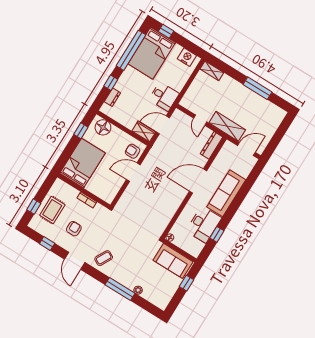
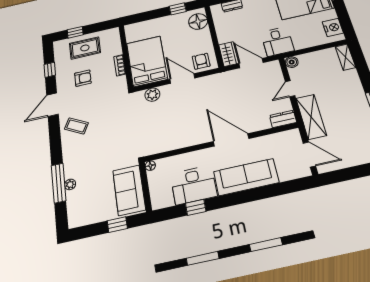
boiler: (185, 102) -> (292, 62), added
dresser: (211, 145) -> (283, 119), width x0.70
bed: (83, 163) -> (147, 61), moved, turned -90
plant: (127, 198) -> (152, 95), added
window: (120, 289) -> (59, 183), moved

